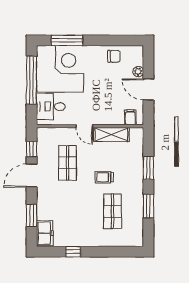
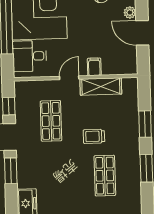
filing cabinet: (130, 117) -> (94, 67), moved
door: (84, 126) -> (69, 78), swing flipped
window: (32, 215) -> (11, 171), moved

